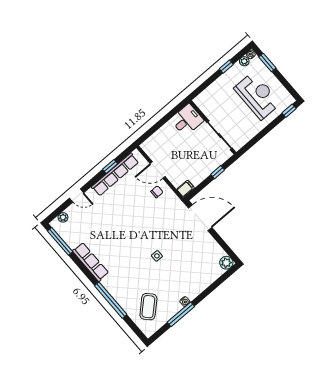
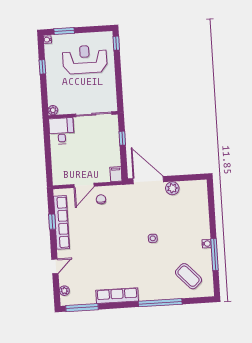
plant: (244, 61) -> (53, 110), moved
door: (200, 218) -> (148, 180), hinge flipped
plant: (226, 263) -> (172, 188), moved

